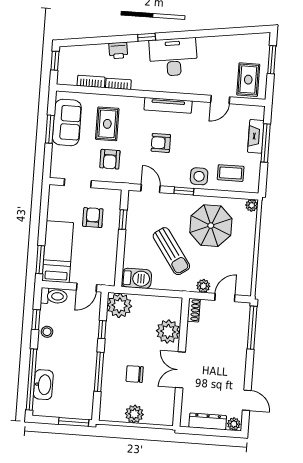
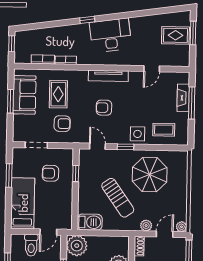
printer: (118, 50) -> (64, 32), removed
rug: (248, 80) -> (175, 35), moved, turned 90
armchair: (110, 159) -> (62, 124), turned -90
plant: (252, 205) -> (181, 227), moved
armchair: (93, 218) -> (50, 173), turned -90
window: (40, 260) -> (9, 175), moved
toilet: (54, 296) -> (31, 245), moved, turned 90

